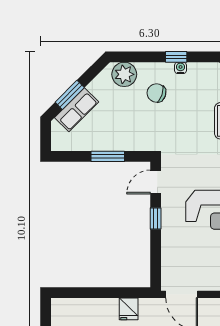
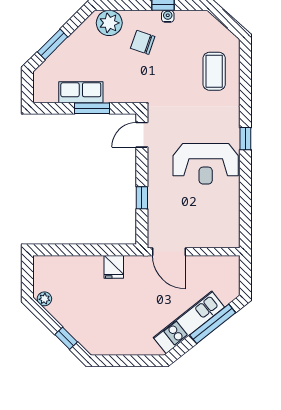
row of seats: (77, 110) -> (81, 92), moved, turned -135
window: (156, 218) -> (142, 198), moved

